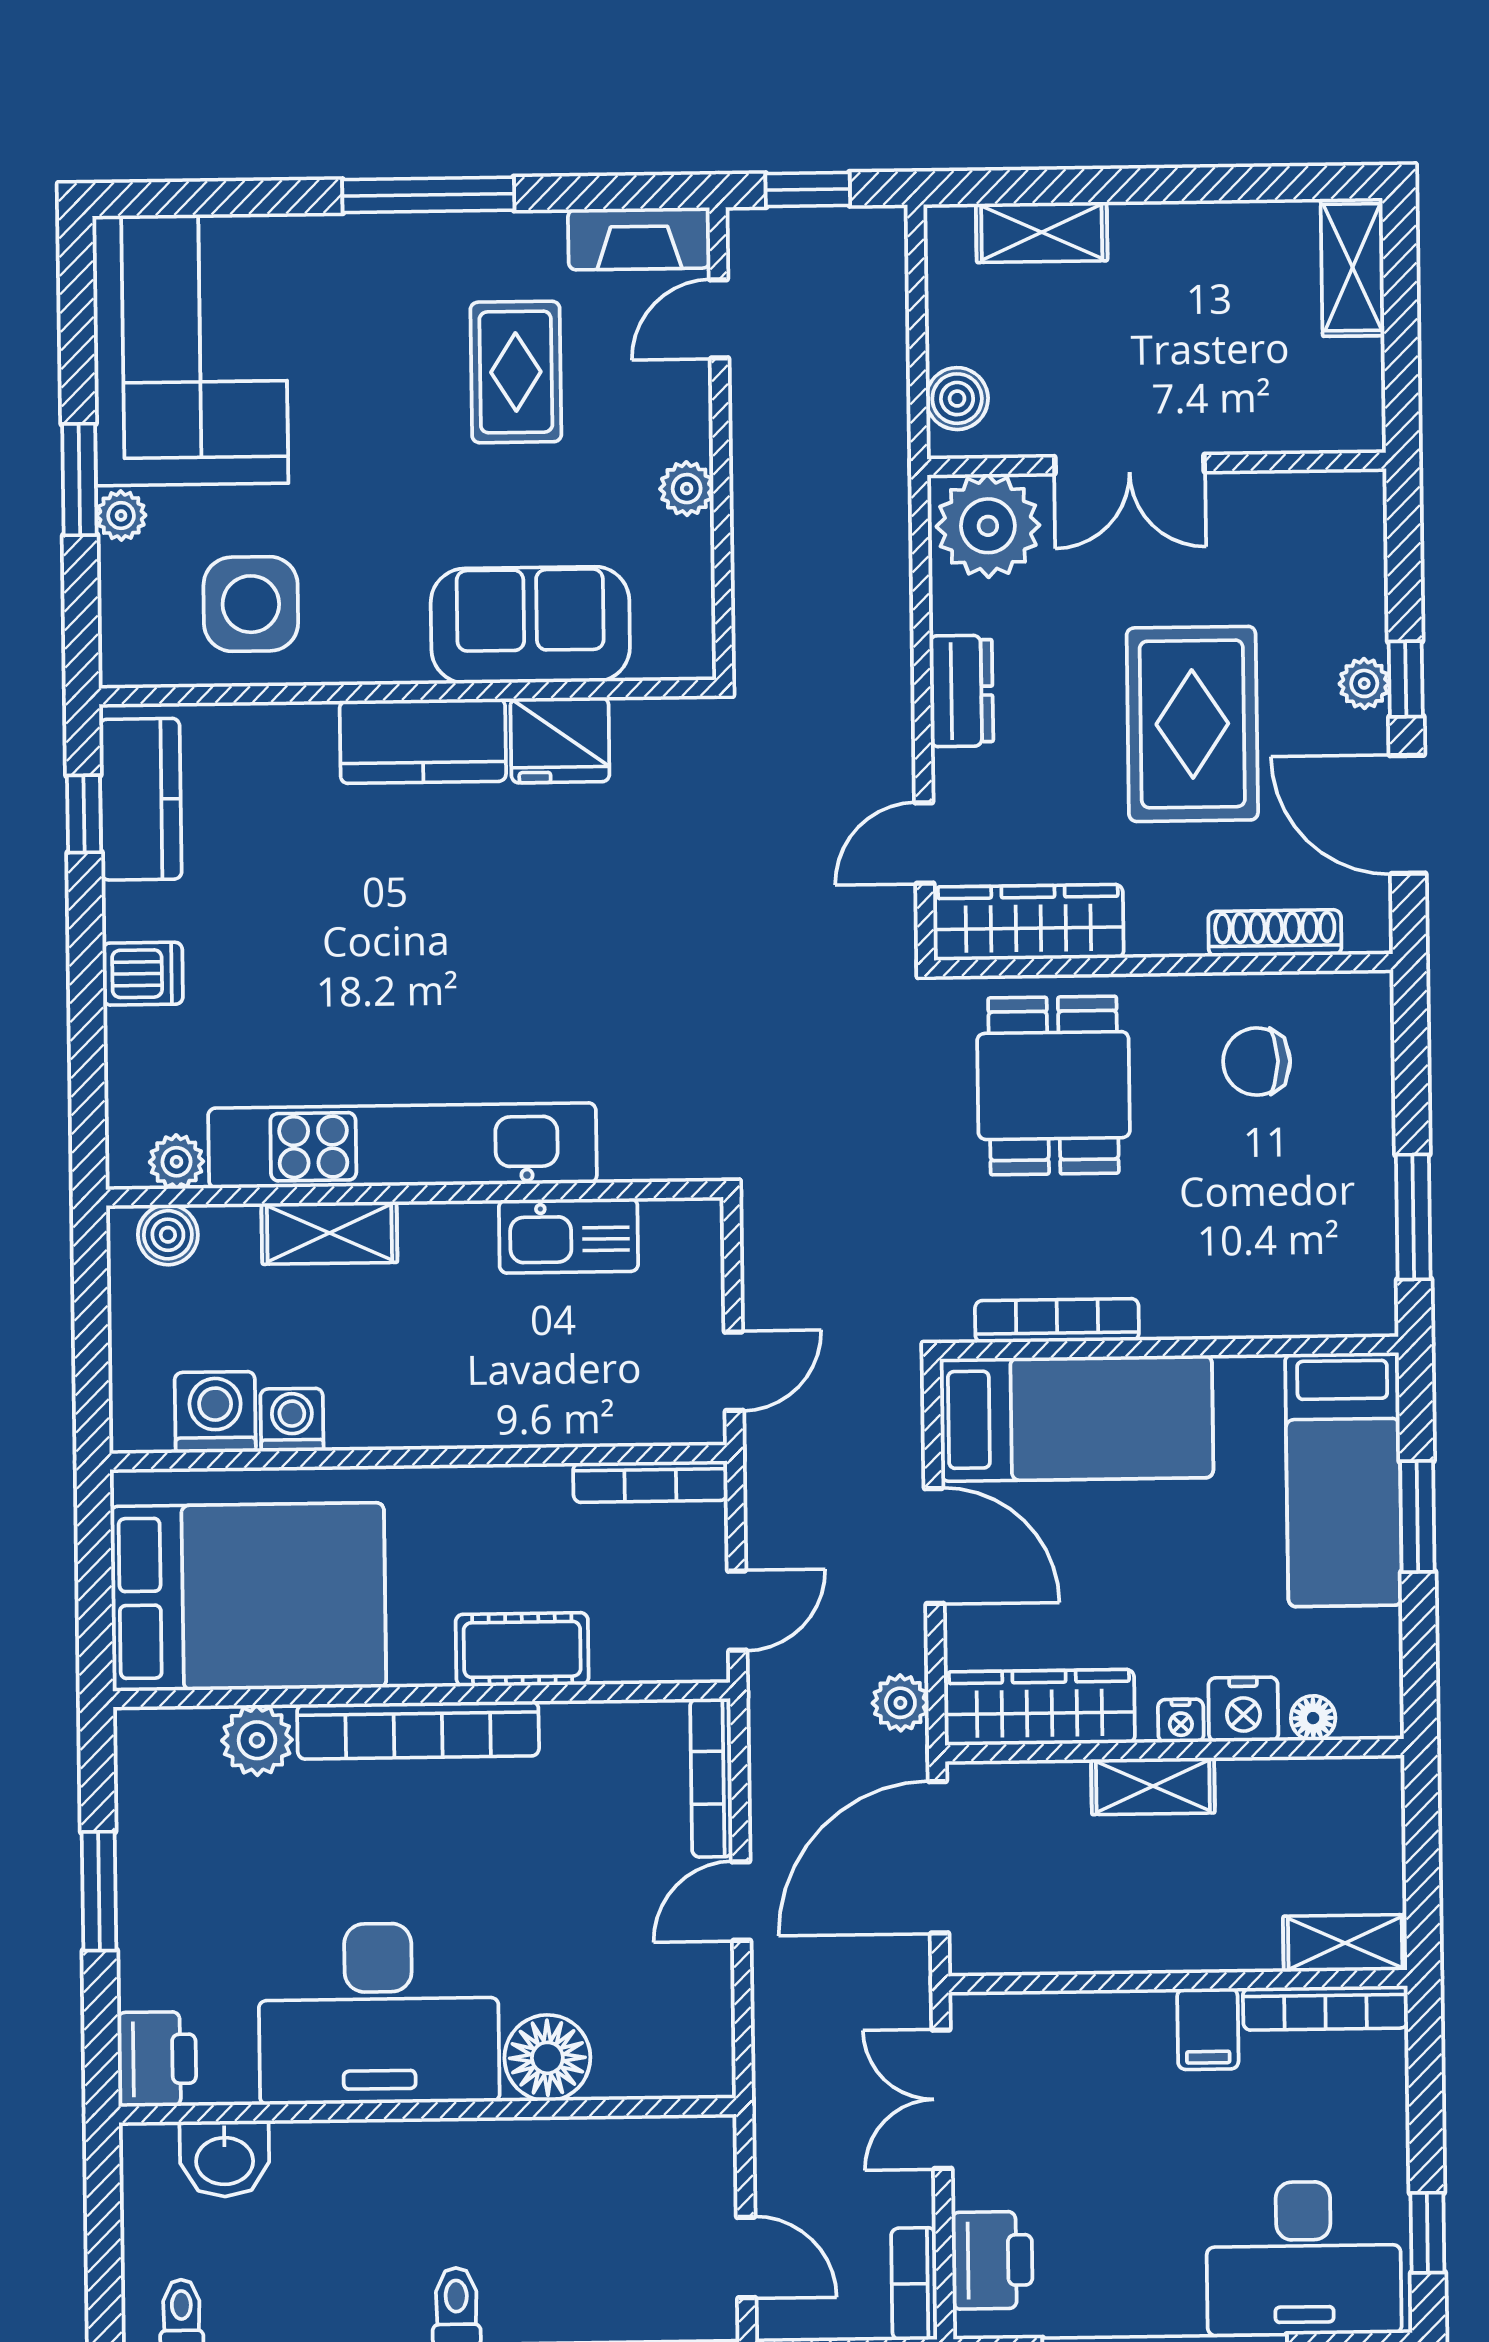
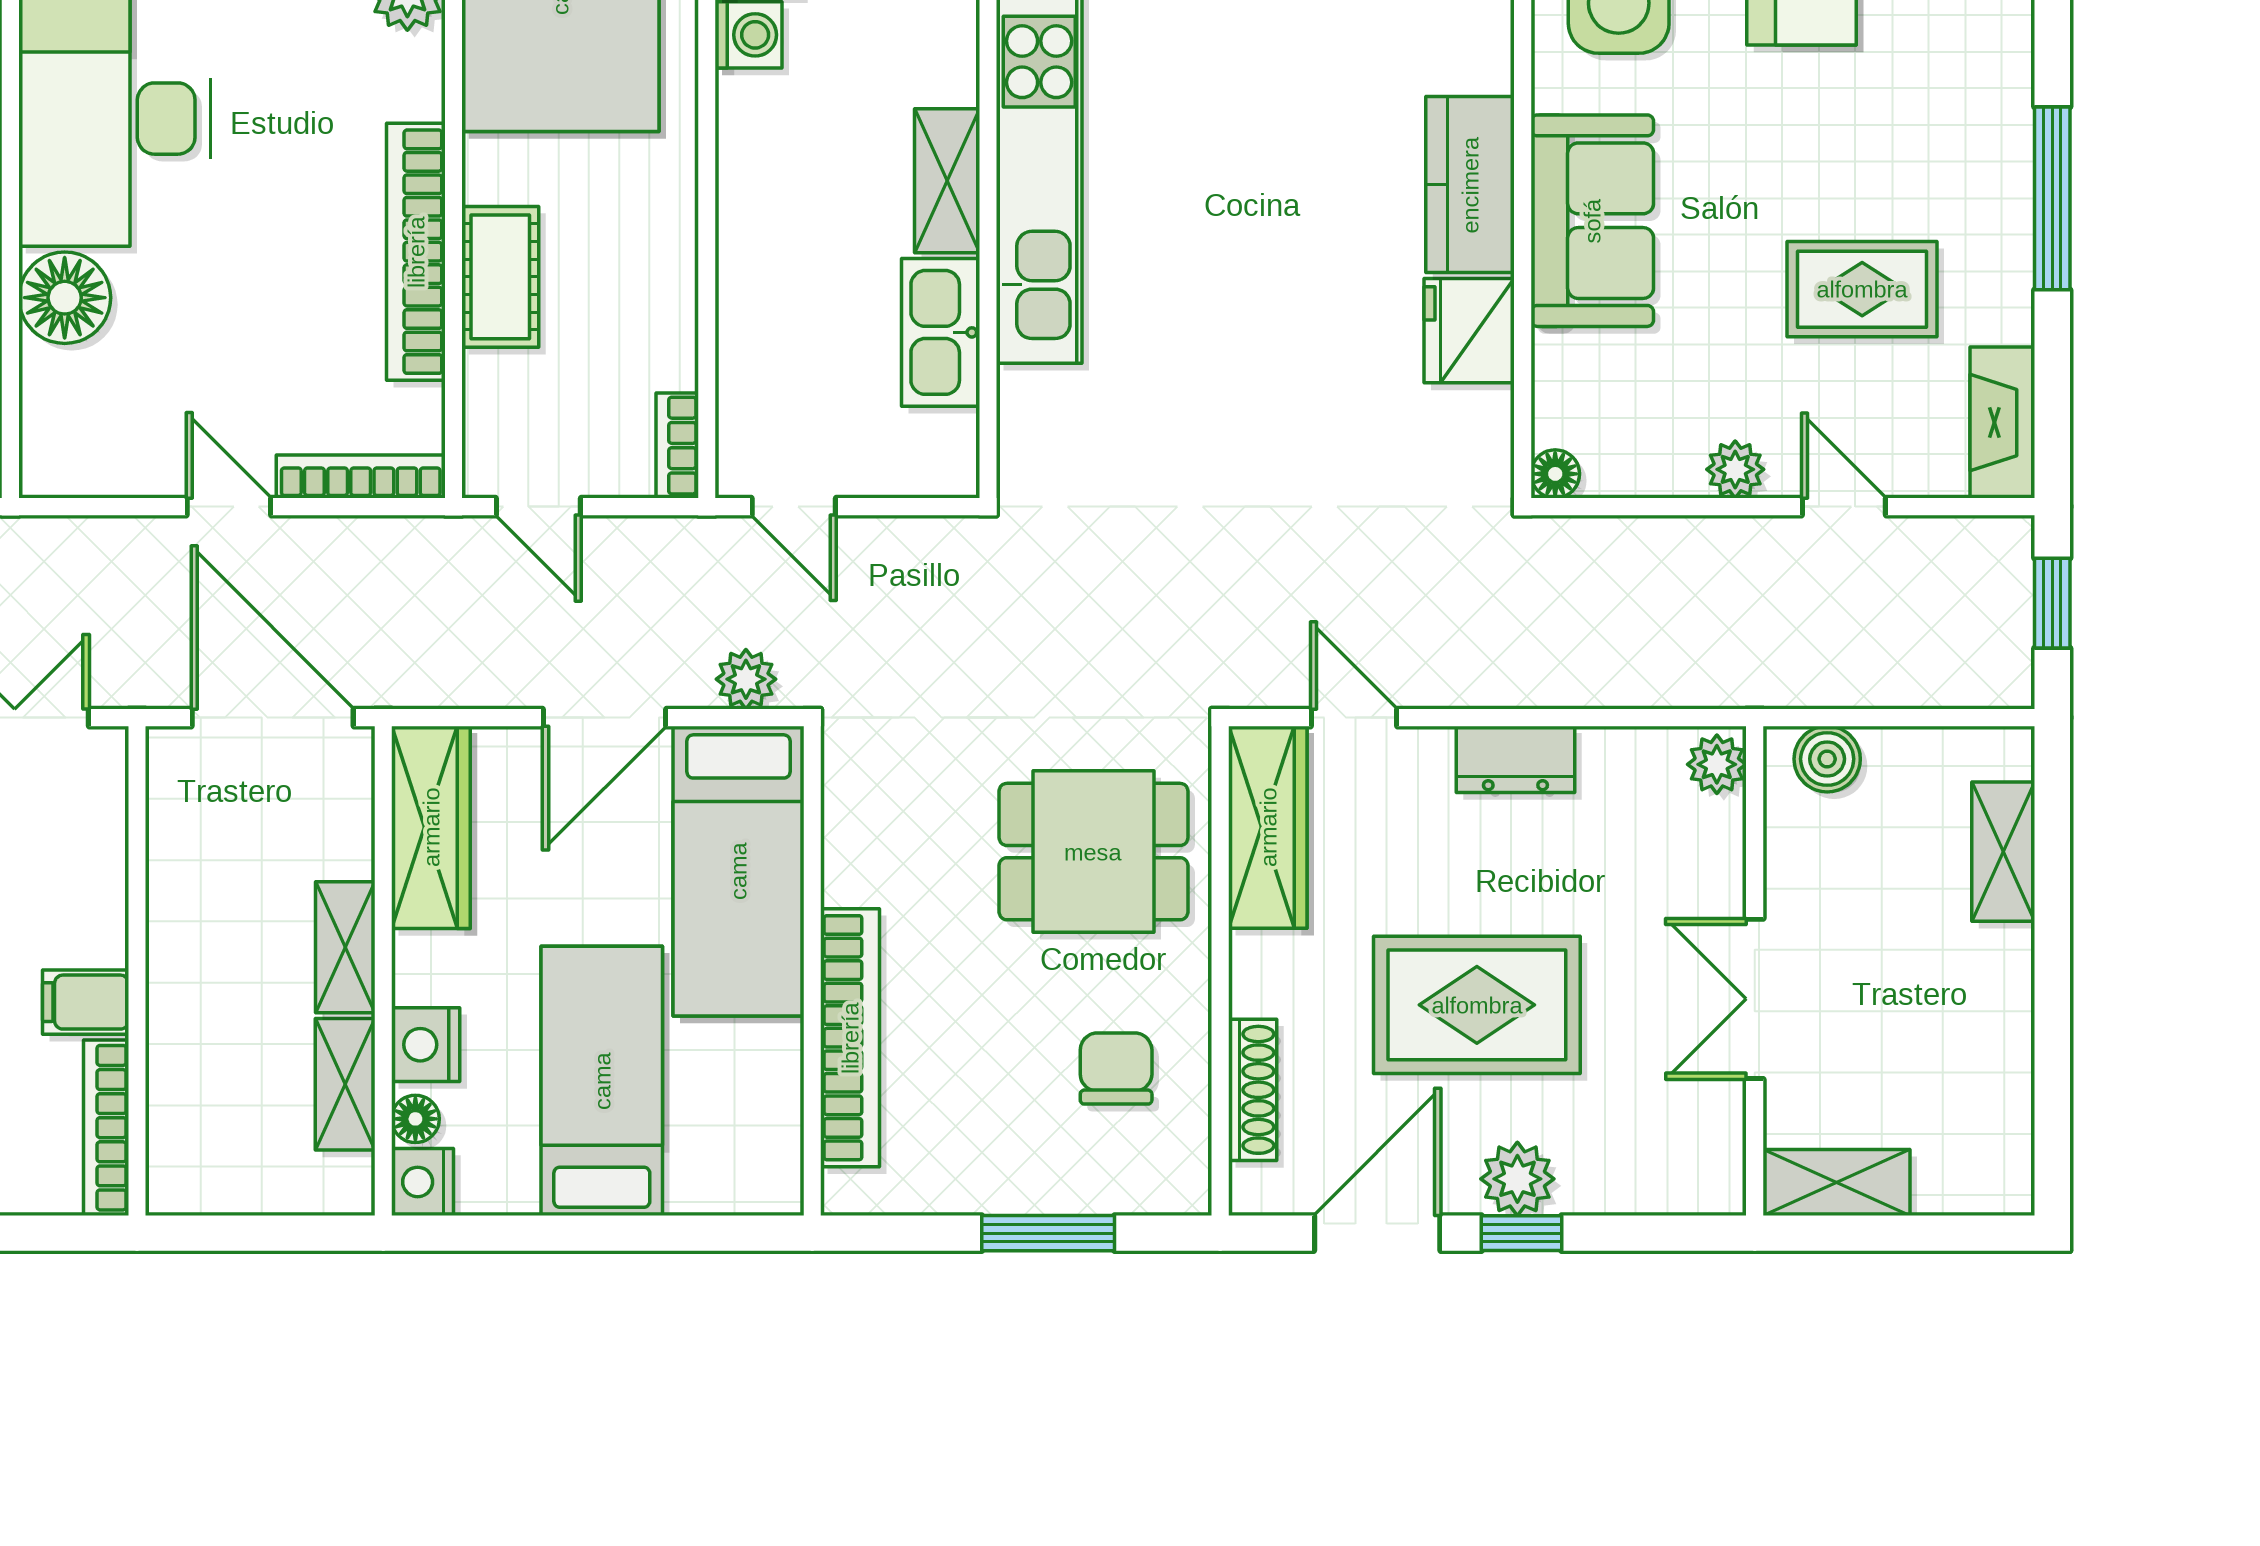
shelving: (1353, 267) -> (1836, 1183), moved
door: (719, 319) -> (1844, 507), moved
double door: (1129, 464) -> (1755, 999), moved
plant: (988, 526) -> (1717, 764), width x0.53, depth x0.53
sofa: (530, 625) -> (1592, 221), moved
floor lamp: (693, 657) -> (1555, 474), added
plant: (1364, 683) -> (1517, 1179), width x1.38, depth x1.38
window: (1413, 1217) -> (1048, 1233), moved
shelving: (329, 1233) -> (947, 181), moved
bookcase: (1057, 1320) -> (850, 1038), moved, width x1.48, depth x1.31
bed: (1344, 1480) -> (602, 1081), moved, turned 90
bookcase: (650, 1482) -> (677, 446), width x0.64
window: (1417, 1517) -> (629, 1233), removed
plant: (900, 1703) -> (746, 679), moved
nightstand: (1181, 1721) -> (423, 1182), moved, width x1.39, depth x1.35
bookcase: (418, 1730) -> (416, 252), moved
shelving: (1345, 1943) -> (345, 1084), moved

